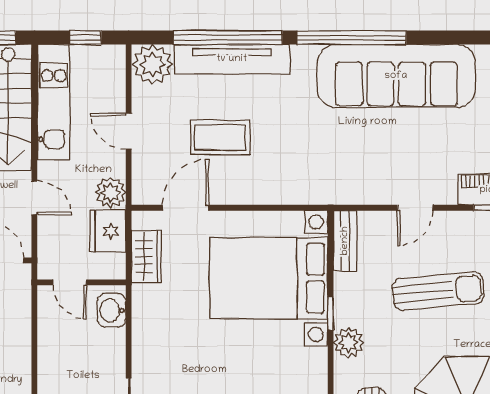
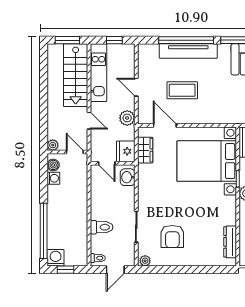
plant: (152, 65) -> (148, 54), removed
door: (185, 208) -> (165, 126), hinge flipped
fridge: (108, 231) -> (126, 151), moved

